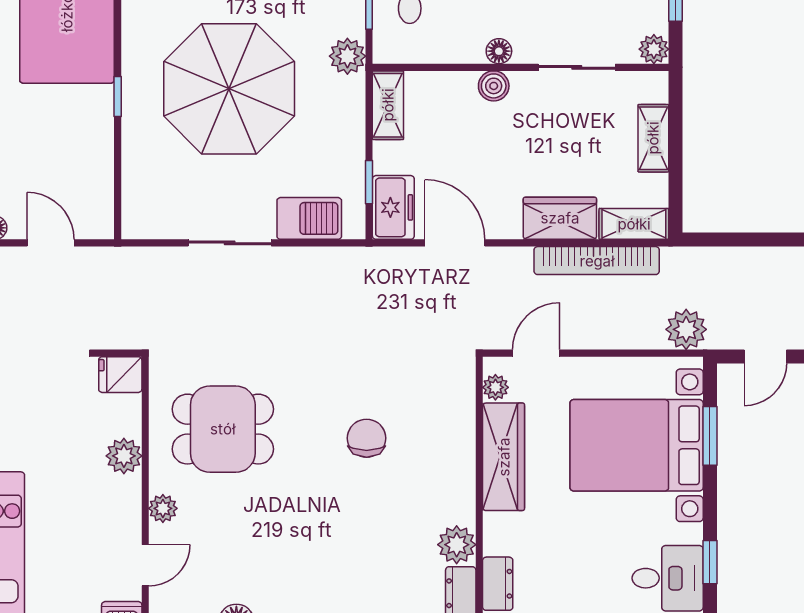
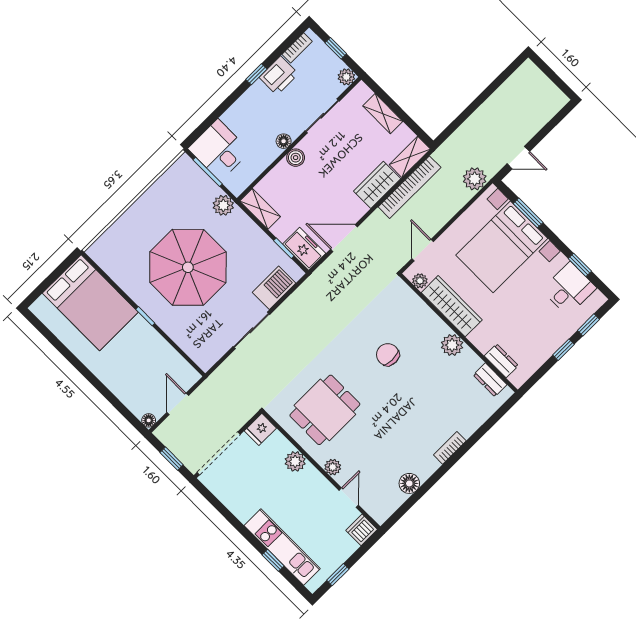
door: (51, 243) -> (178, 404), hinge flipped
door: (765, 357) -> (518, 158), hinge flipped
plant: (457, 545) -> (452, 345), moved

